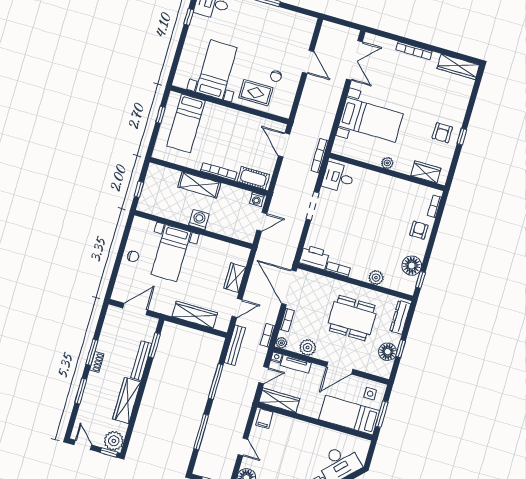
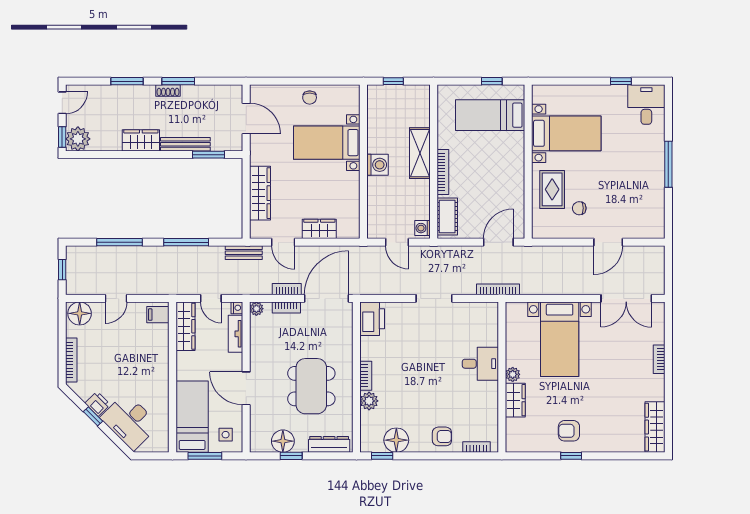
bookcase: (414, 51) -> (659, 359), width x0.64
wardrobe: (426, 172) -> (515, 400), moved
desk: (338, 177) -> (480, 364), moved, turned 90
bookcase: (338, 269) -> (366, 376), moved
bookcase: (268, 335) -> (287, 289), moved
bench: (235, 345) -> (244, 253), width x0.73
plant: (308, 347) -> (260, 342), removed
wardrobe: (127, 401) -> (141, 140), width x0.67

